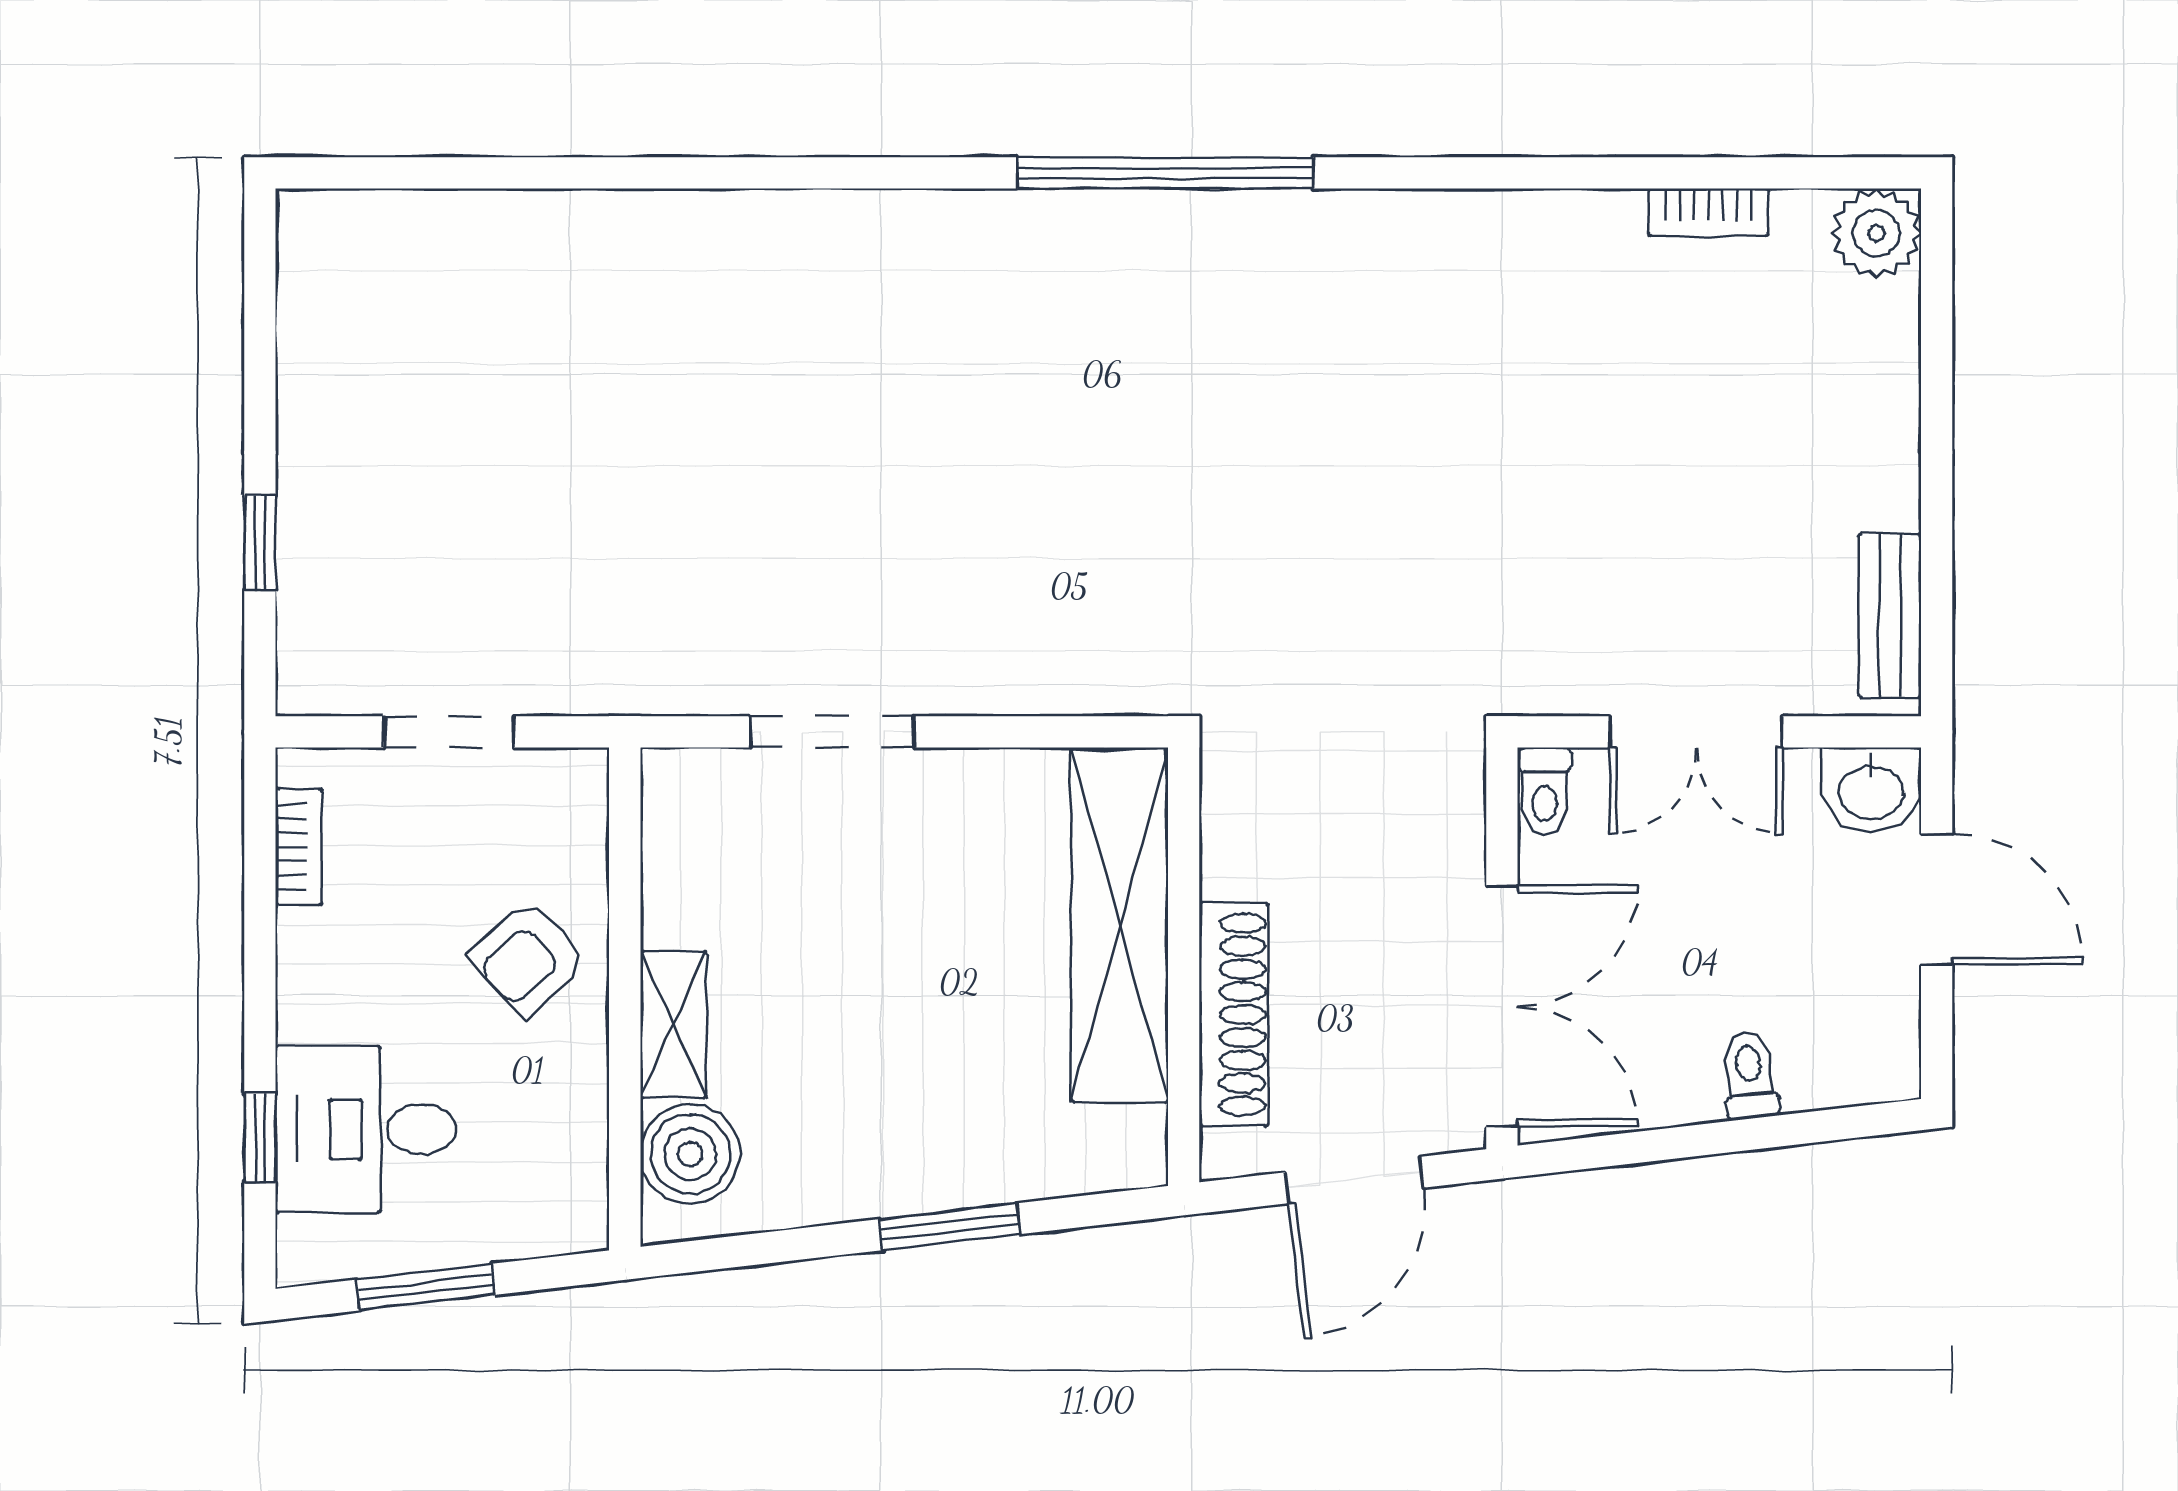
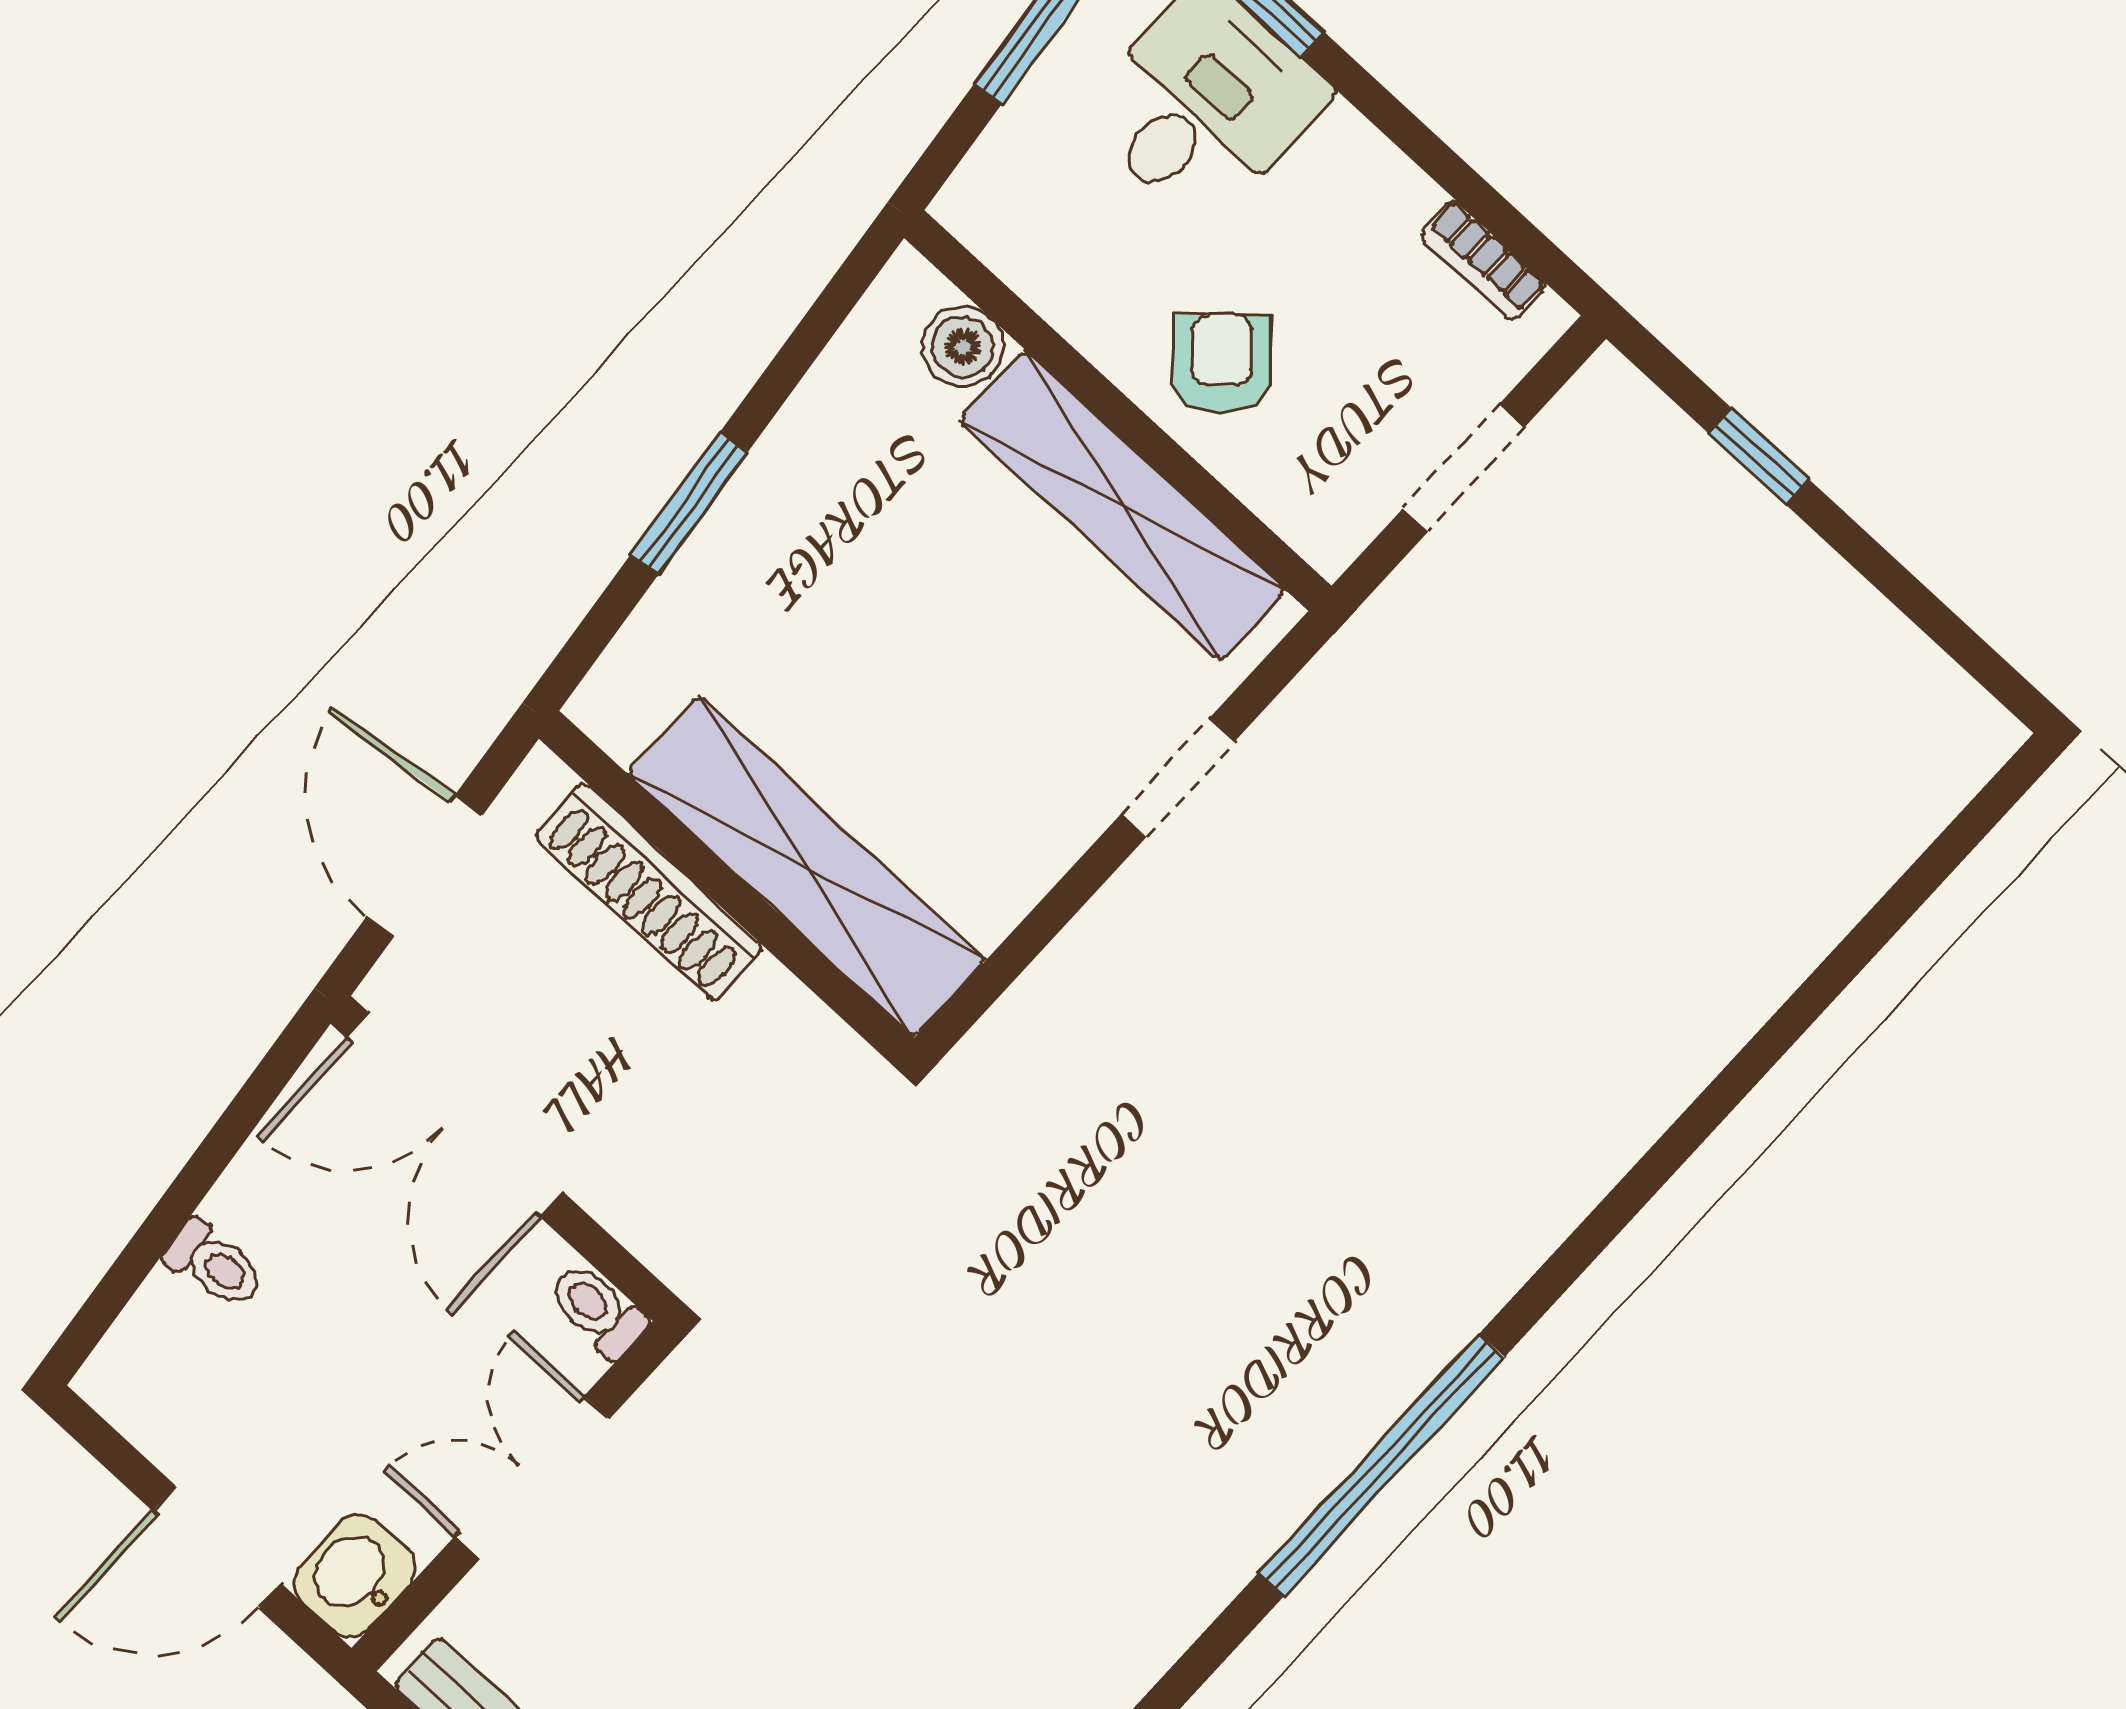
doorway: (832, 732) -> (1178, 778), width x0.73
shelving: (673, 1024) -> (1123, 506), width x2.20, depth x1.33
boiler: (690, 1154) -> (963, 347), width x0.73, depth x0.73

